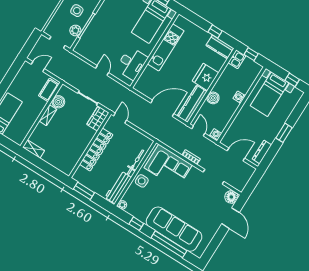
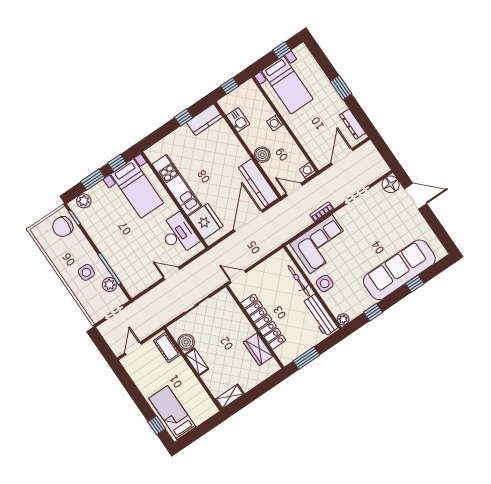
kitchen sink: (237, 59) -> (238, 120), moved
fridge: (205, 77) -> (206, 221), moved, turned 180
wardrobe: (98, 119) -> (258, 349), moved
window: (169, 244) -> (415, 284), width x0.32

